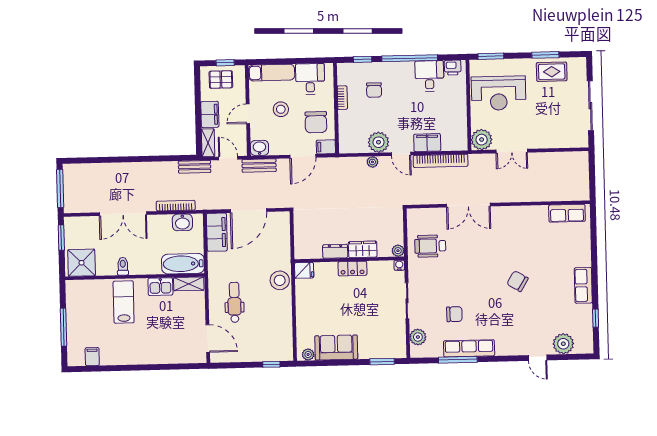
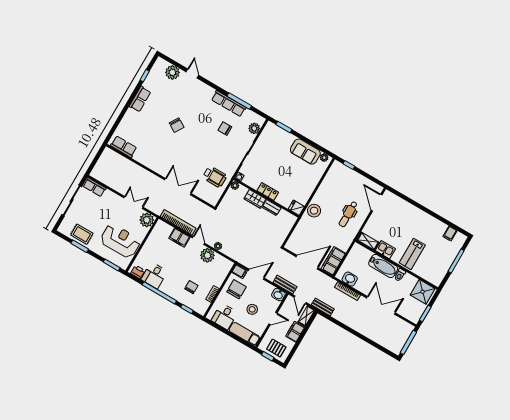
row of seats: (572, 140) -> (94, 187), added
bathtub: (183, 264) -> (383, 266), moved

